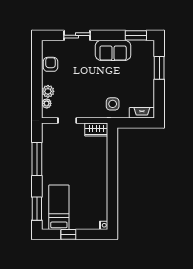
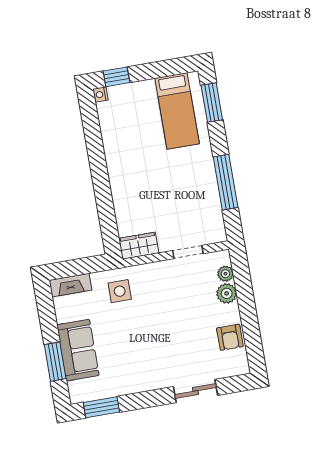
sofa: (113, 50) -> (78, 350), moved, turned 90
window: (68, 234) -> (116, 77), moved

